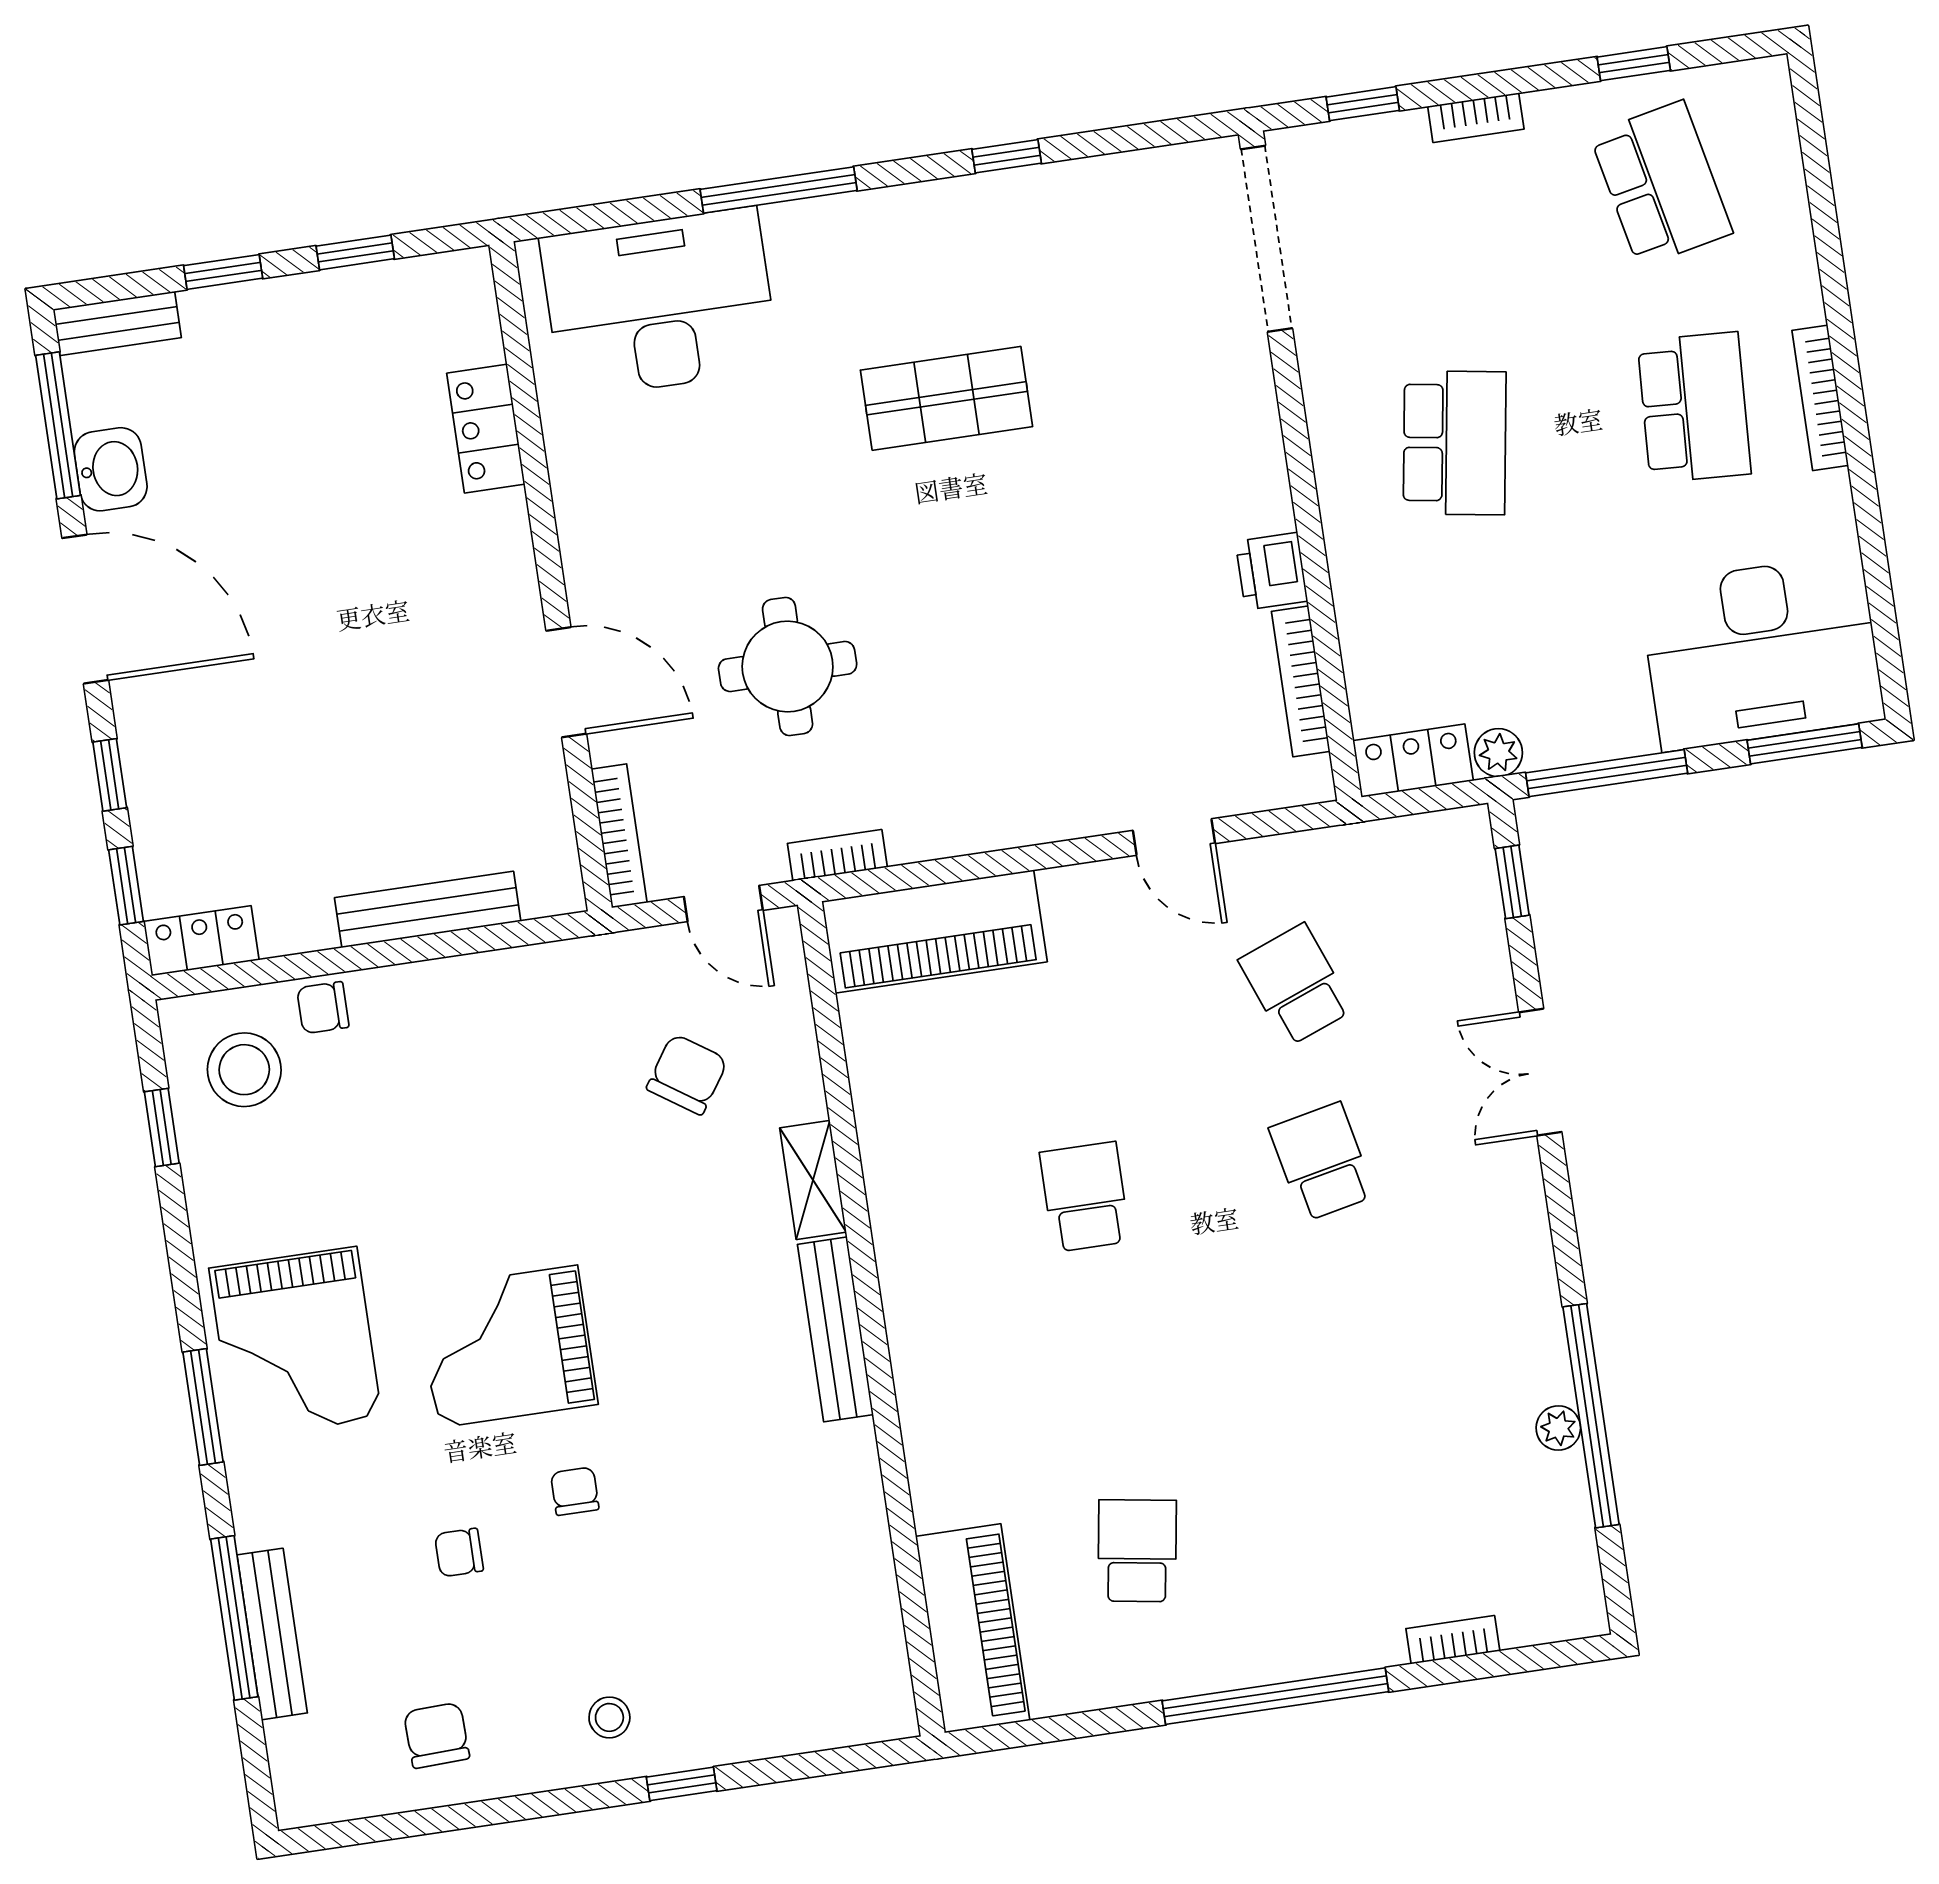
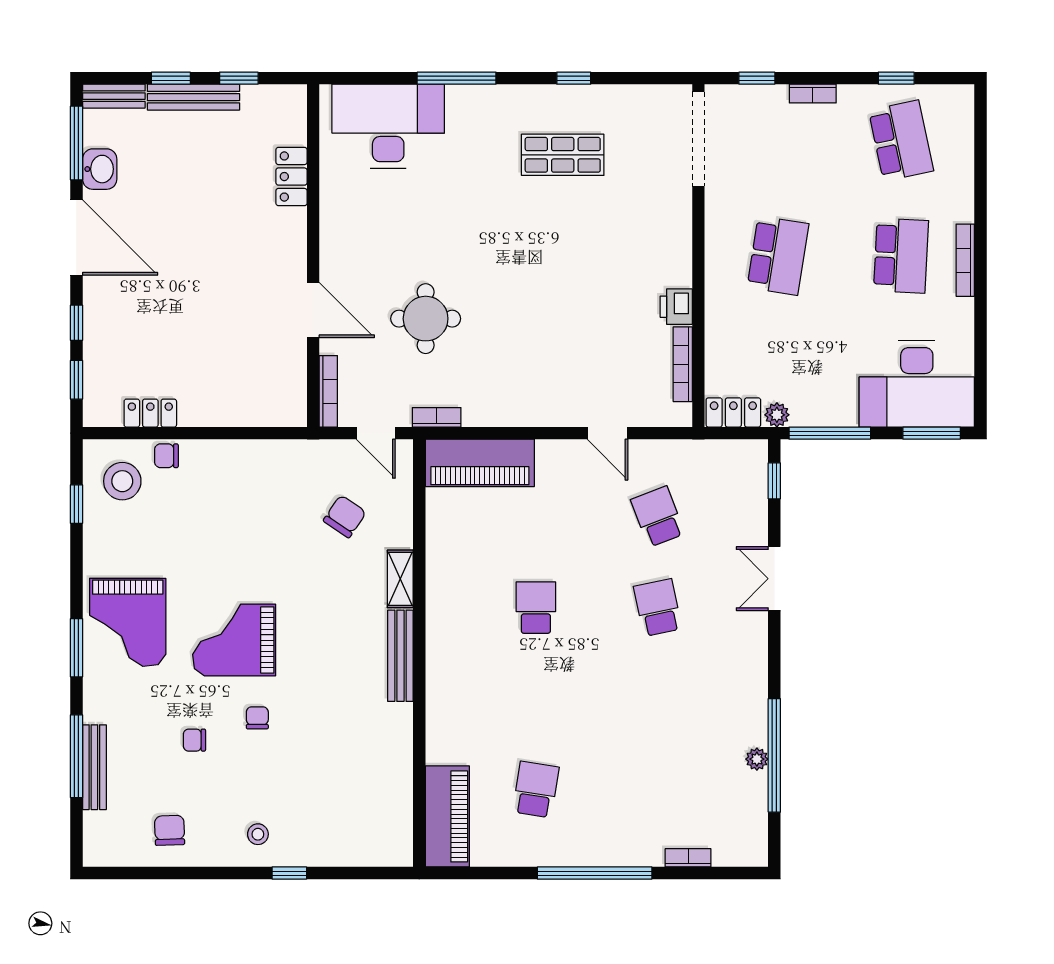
shop shelf: (946, 398) -> (563, 155), moved
bench: (428, 909) -> (194, 97), moved
locker: (201, 941) -> (150, 413), moved

